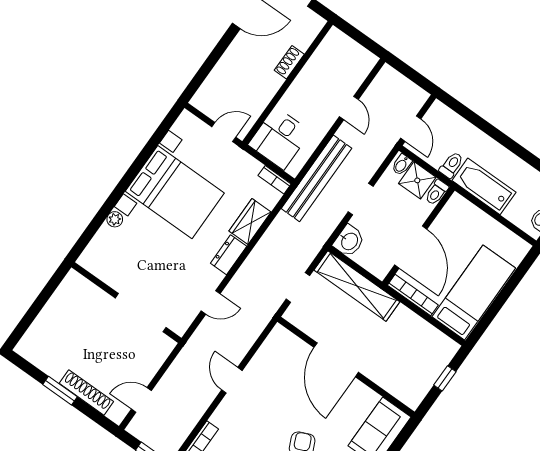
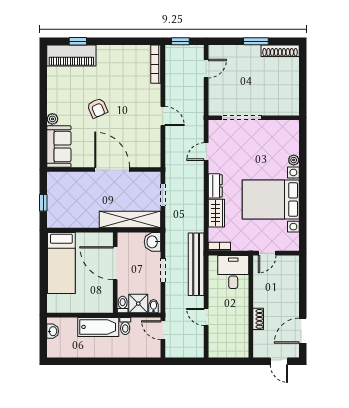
bookcase: (413, 295) -> (95, 237), removed
shoe rack: (86, 392) -> (280, 51), moved

